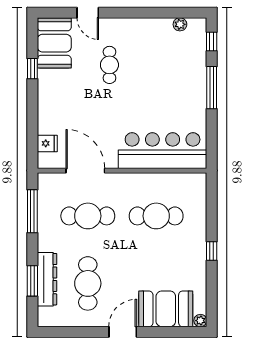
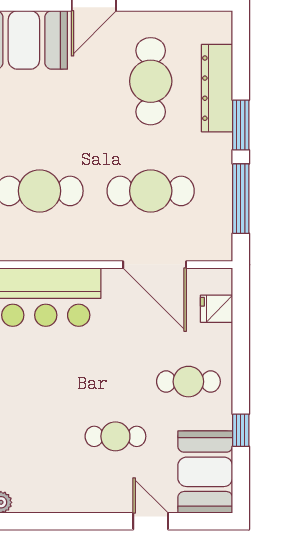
cafe table: (109, 65) -> (115, 436), turned 90
cafe table: (65, 99) -> (188, 382), added
window: (32, 281) -> (241, 125), moved

